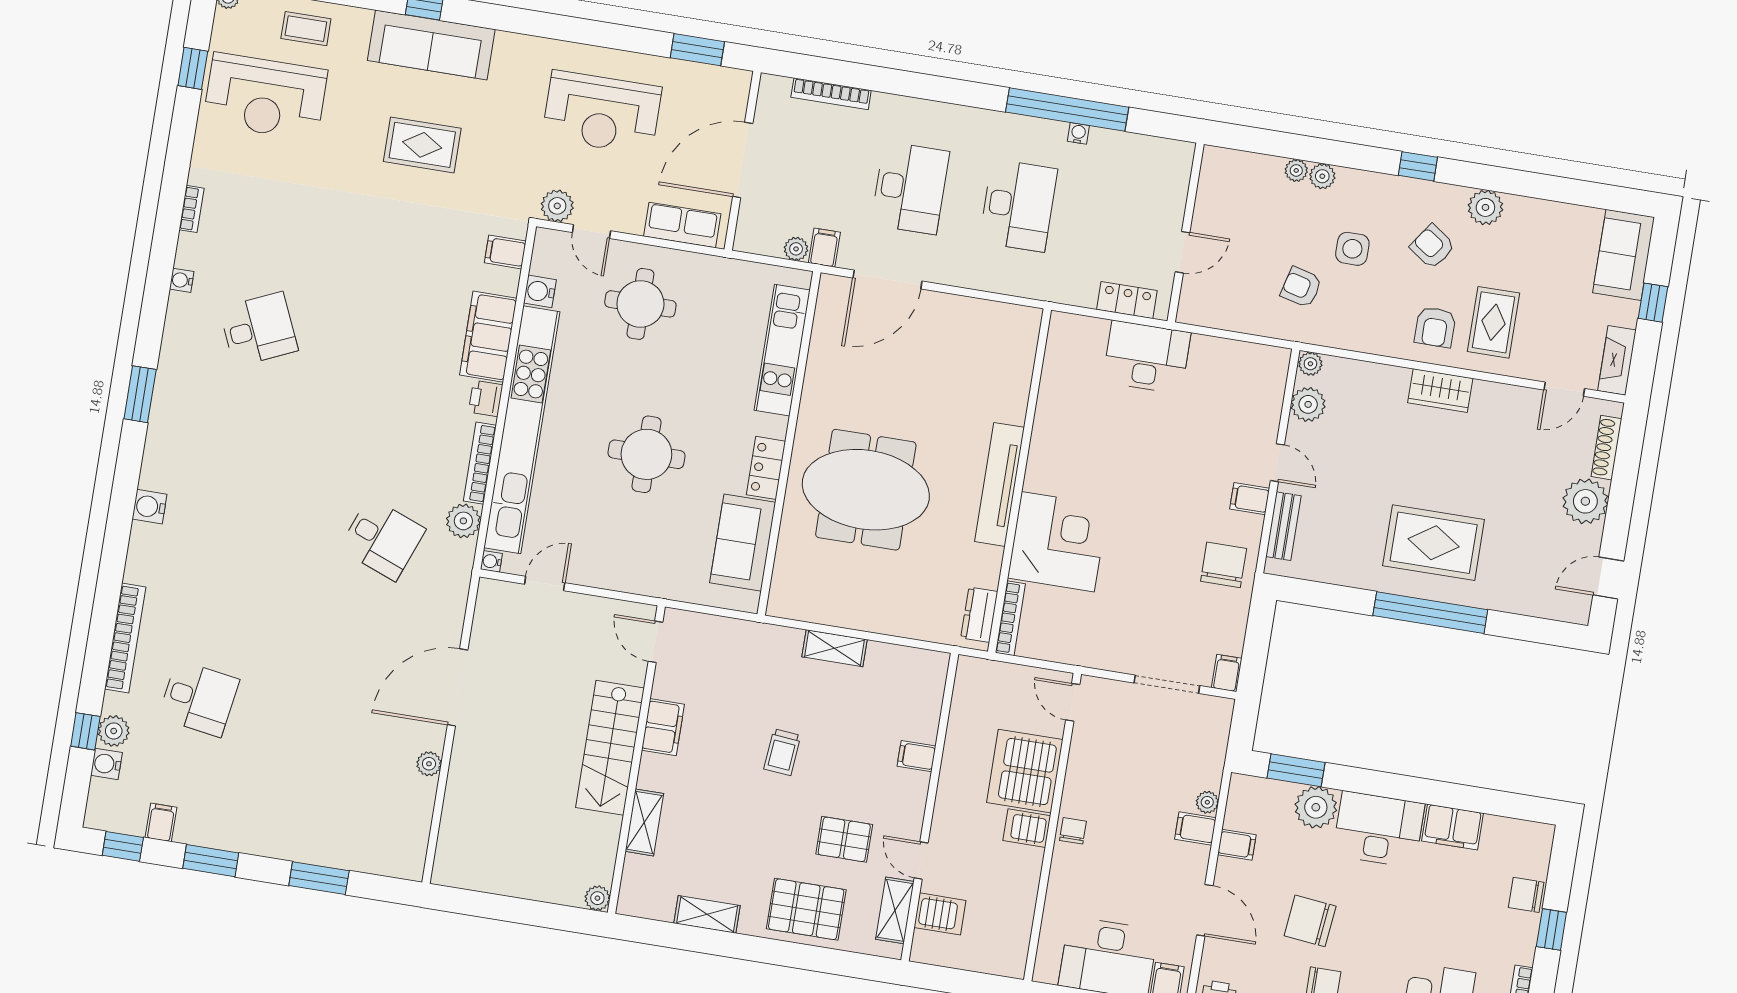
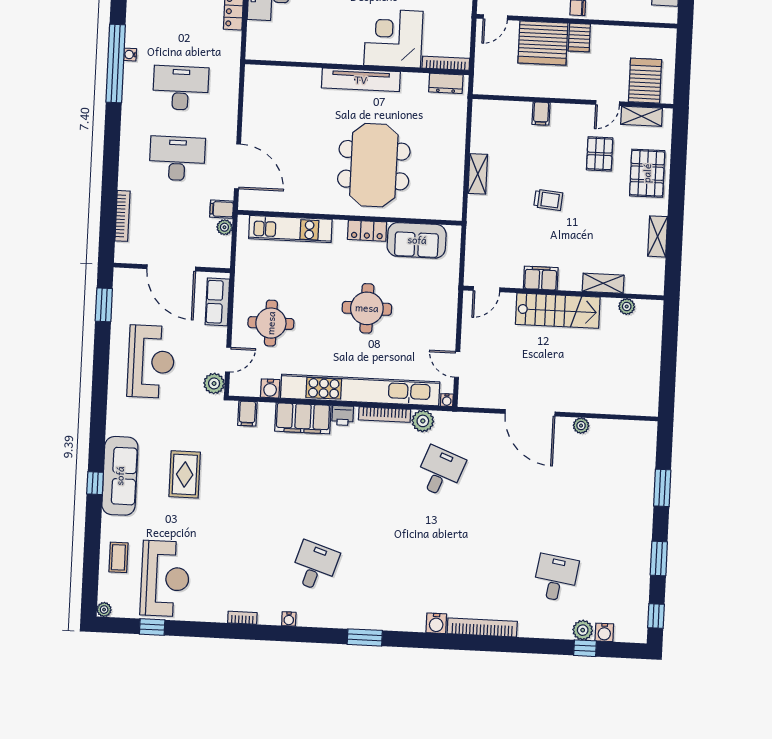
desk: (259, 329) -> (315, 566), turned 42
bookcase: (125, 638) -> (482, 627), moved
filing cabinet: (161, 822) -> (638, 593), removed
plant: (597, 898) -> (627, 306), moved
server rack: (940, 914) -> (645, 81), width x1.36, depth x1.44

